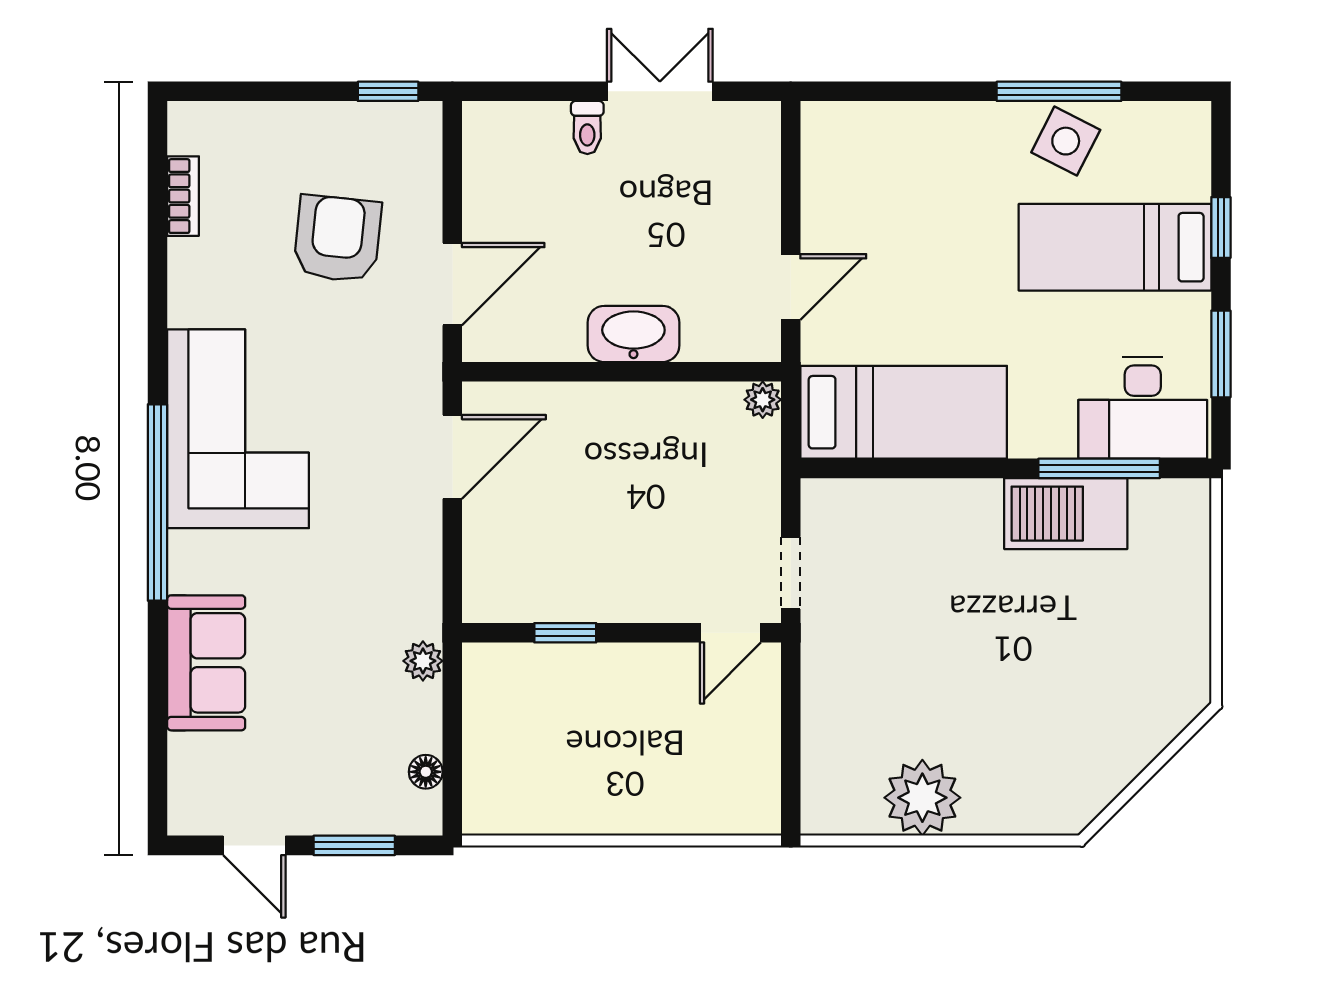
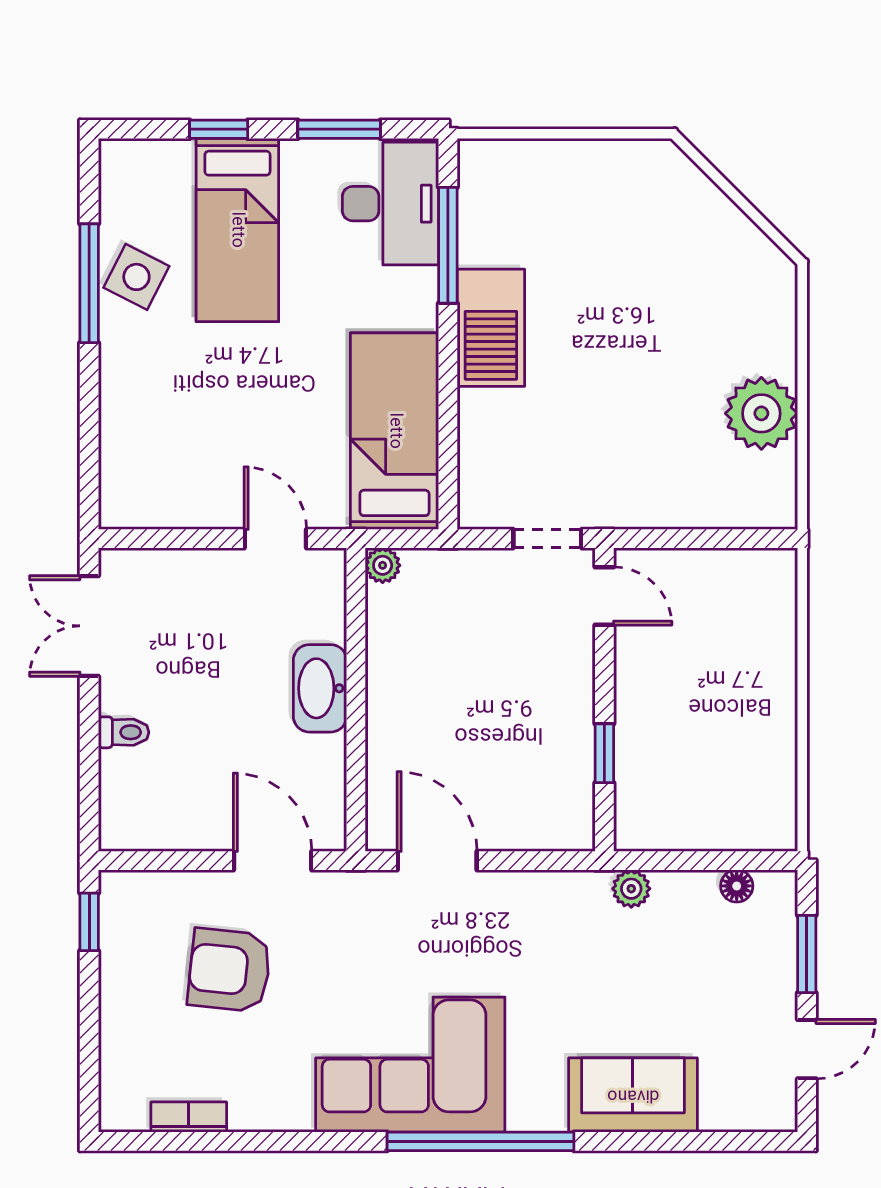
double door: (660, 91) -> (89, 626), moved
barbecue: (1066, 514) -> (491, 328), moved

